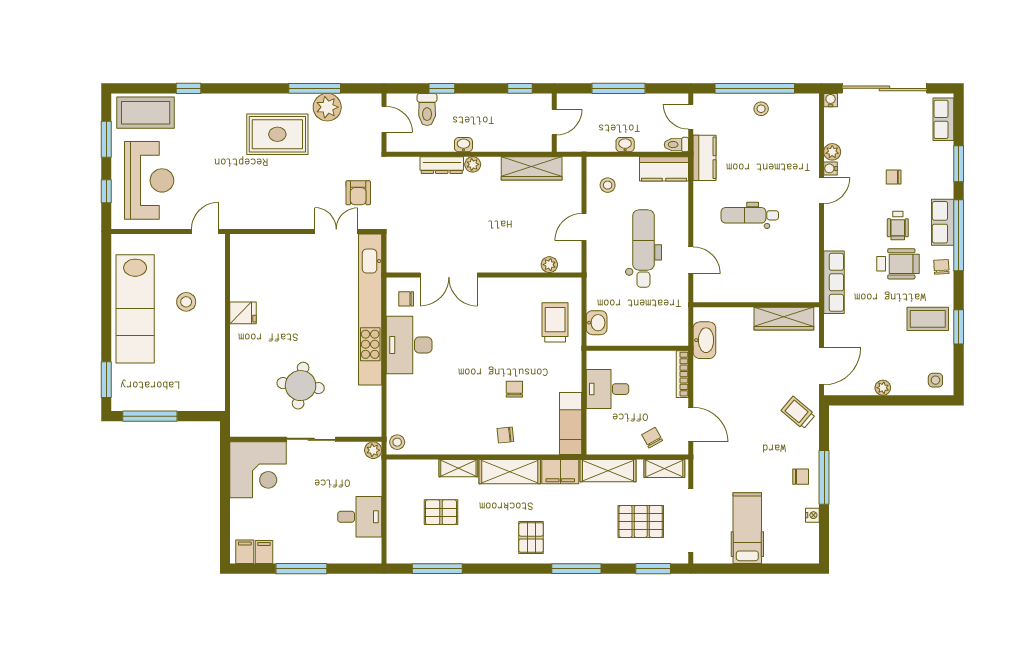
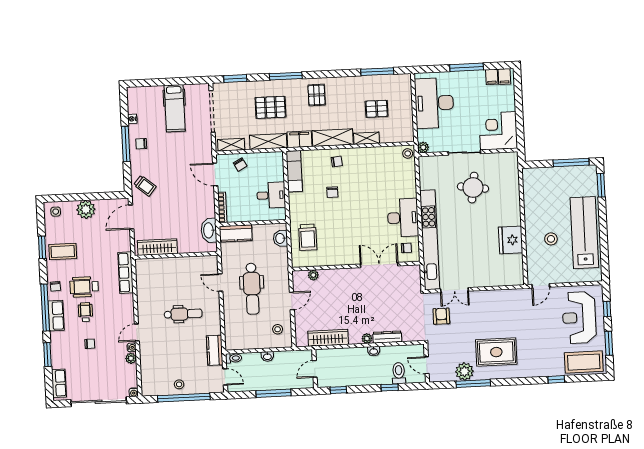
kitchen counter: (664, 169) -> (236, 233), moved, turned 180
fridge: (243, 313) -> (511, 240), width x1.88, depth x1.34
plant: (883, 388) -> (86, 209), width x1.87, depth x1.87
desk: (360, 517) -> (434, 103), width x1.87, depth x1.30
pallet: (641, 521) -> (271, 107), moved

